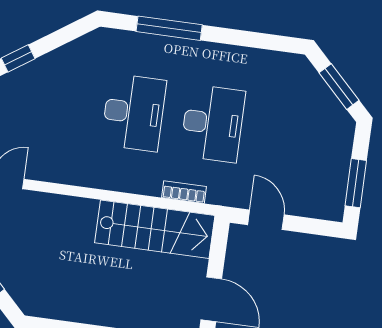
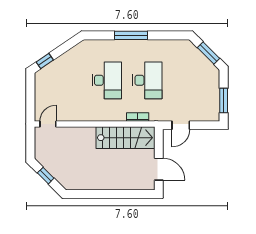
window: (169, 28) -> (131, 35), moved
door: (266, 220) -> (181, 125), swing flipped

